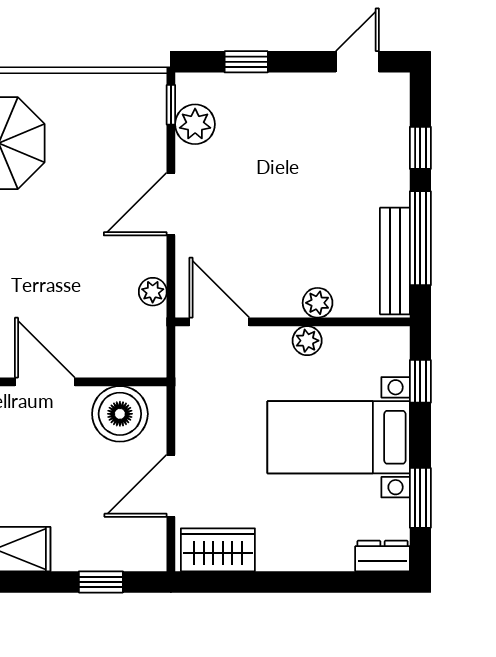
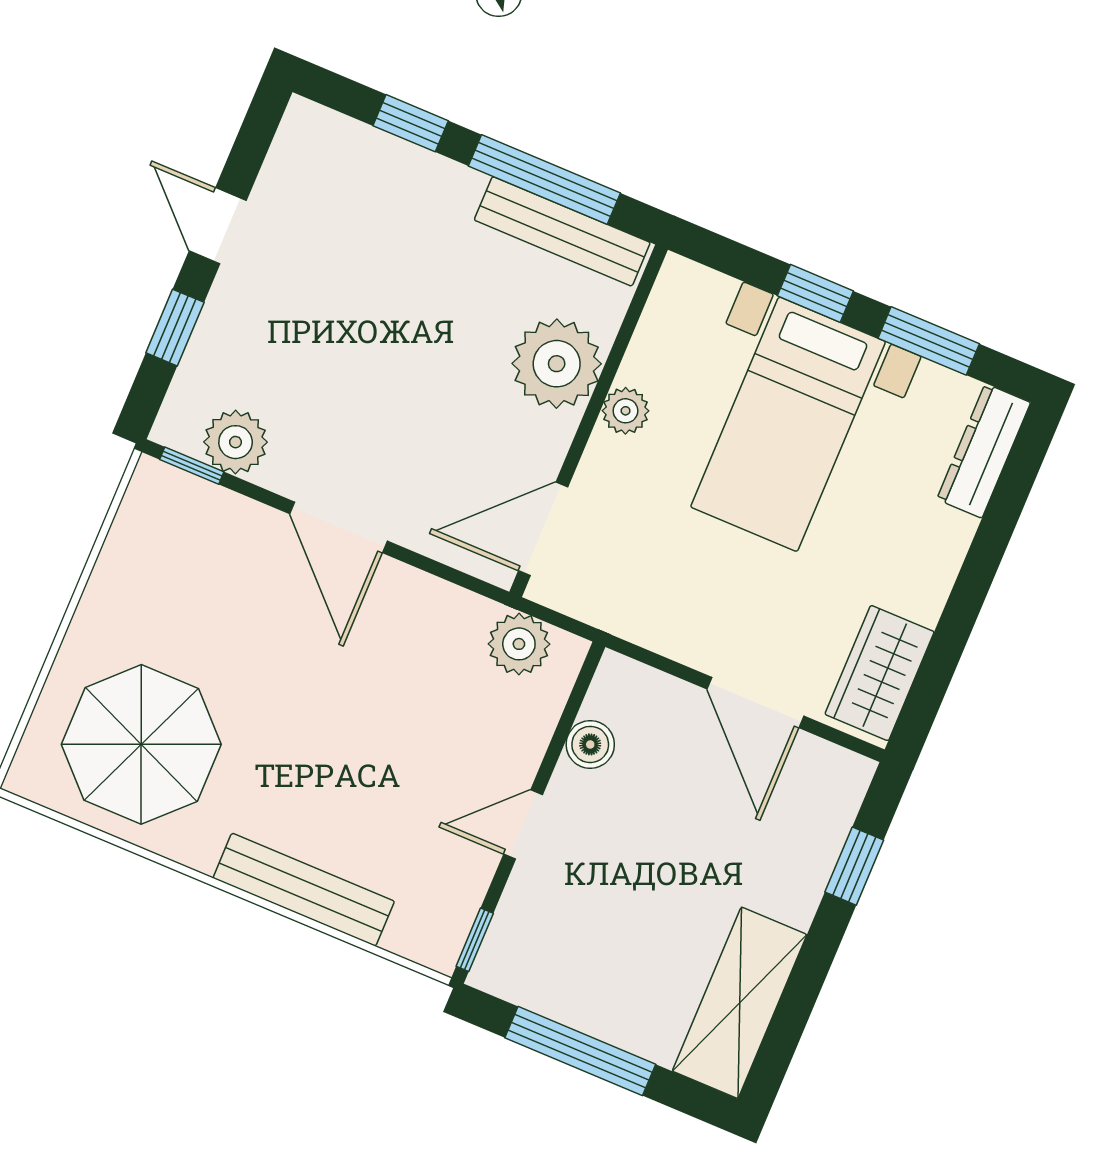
door: (357, 62) -> (218, 226), moved
plant: (153, 292) -> (519, 644), moved, width x1.38, depth x1.38
plant: (318, 303) -> (557, 364), width x1.88, depth x1.88
window: (420, 381) -> (815, 293), moved
door: (45, 382) -> (523, 824), width x0.73
boiler: (120, 414) -> (590, 744), width x0.54, depth x0.54
dresser: (383, 556) -> (984, 451), width x1.44

